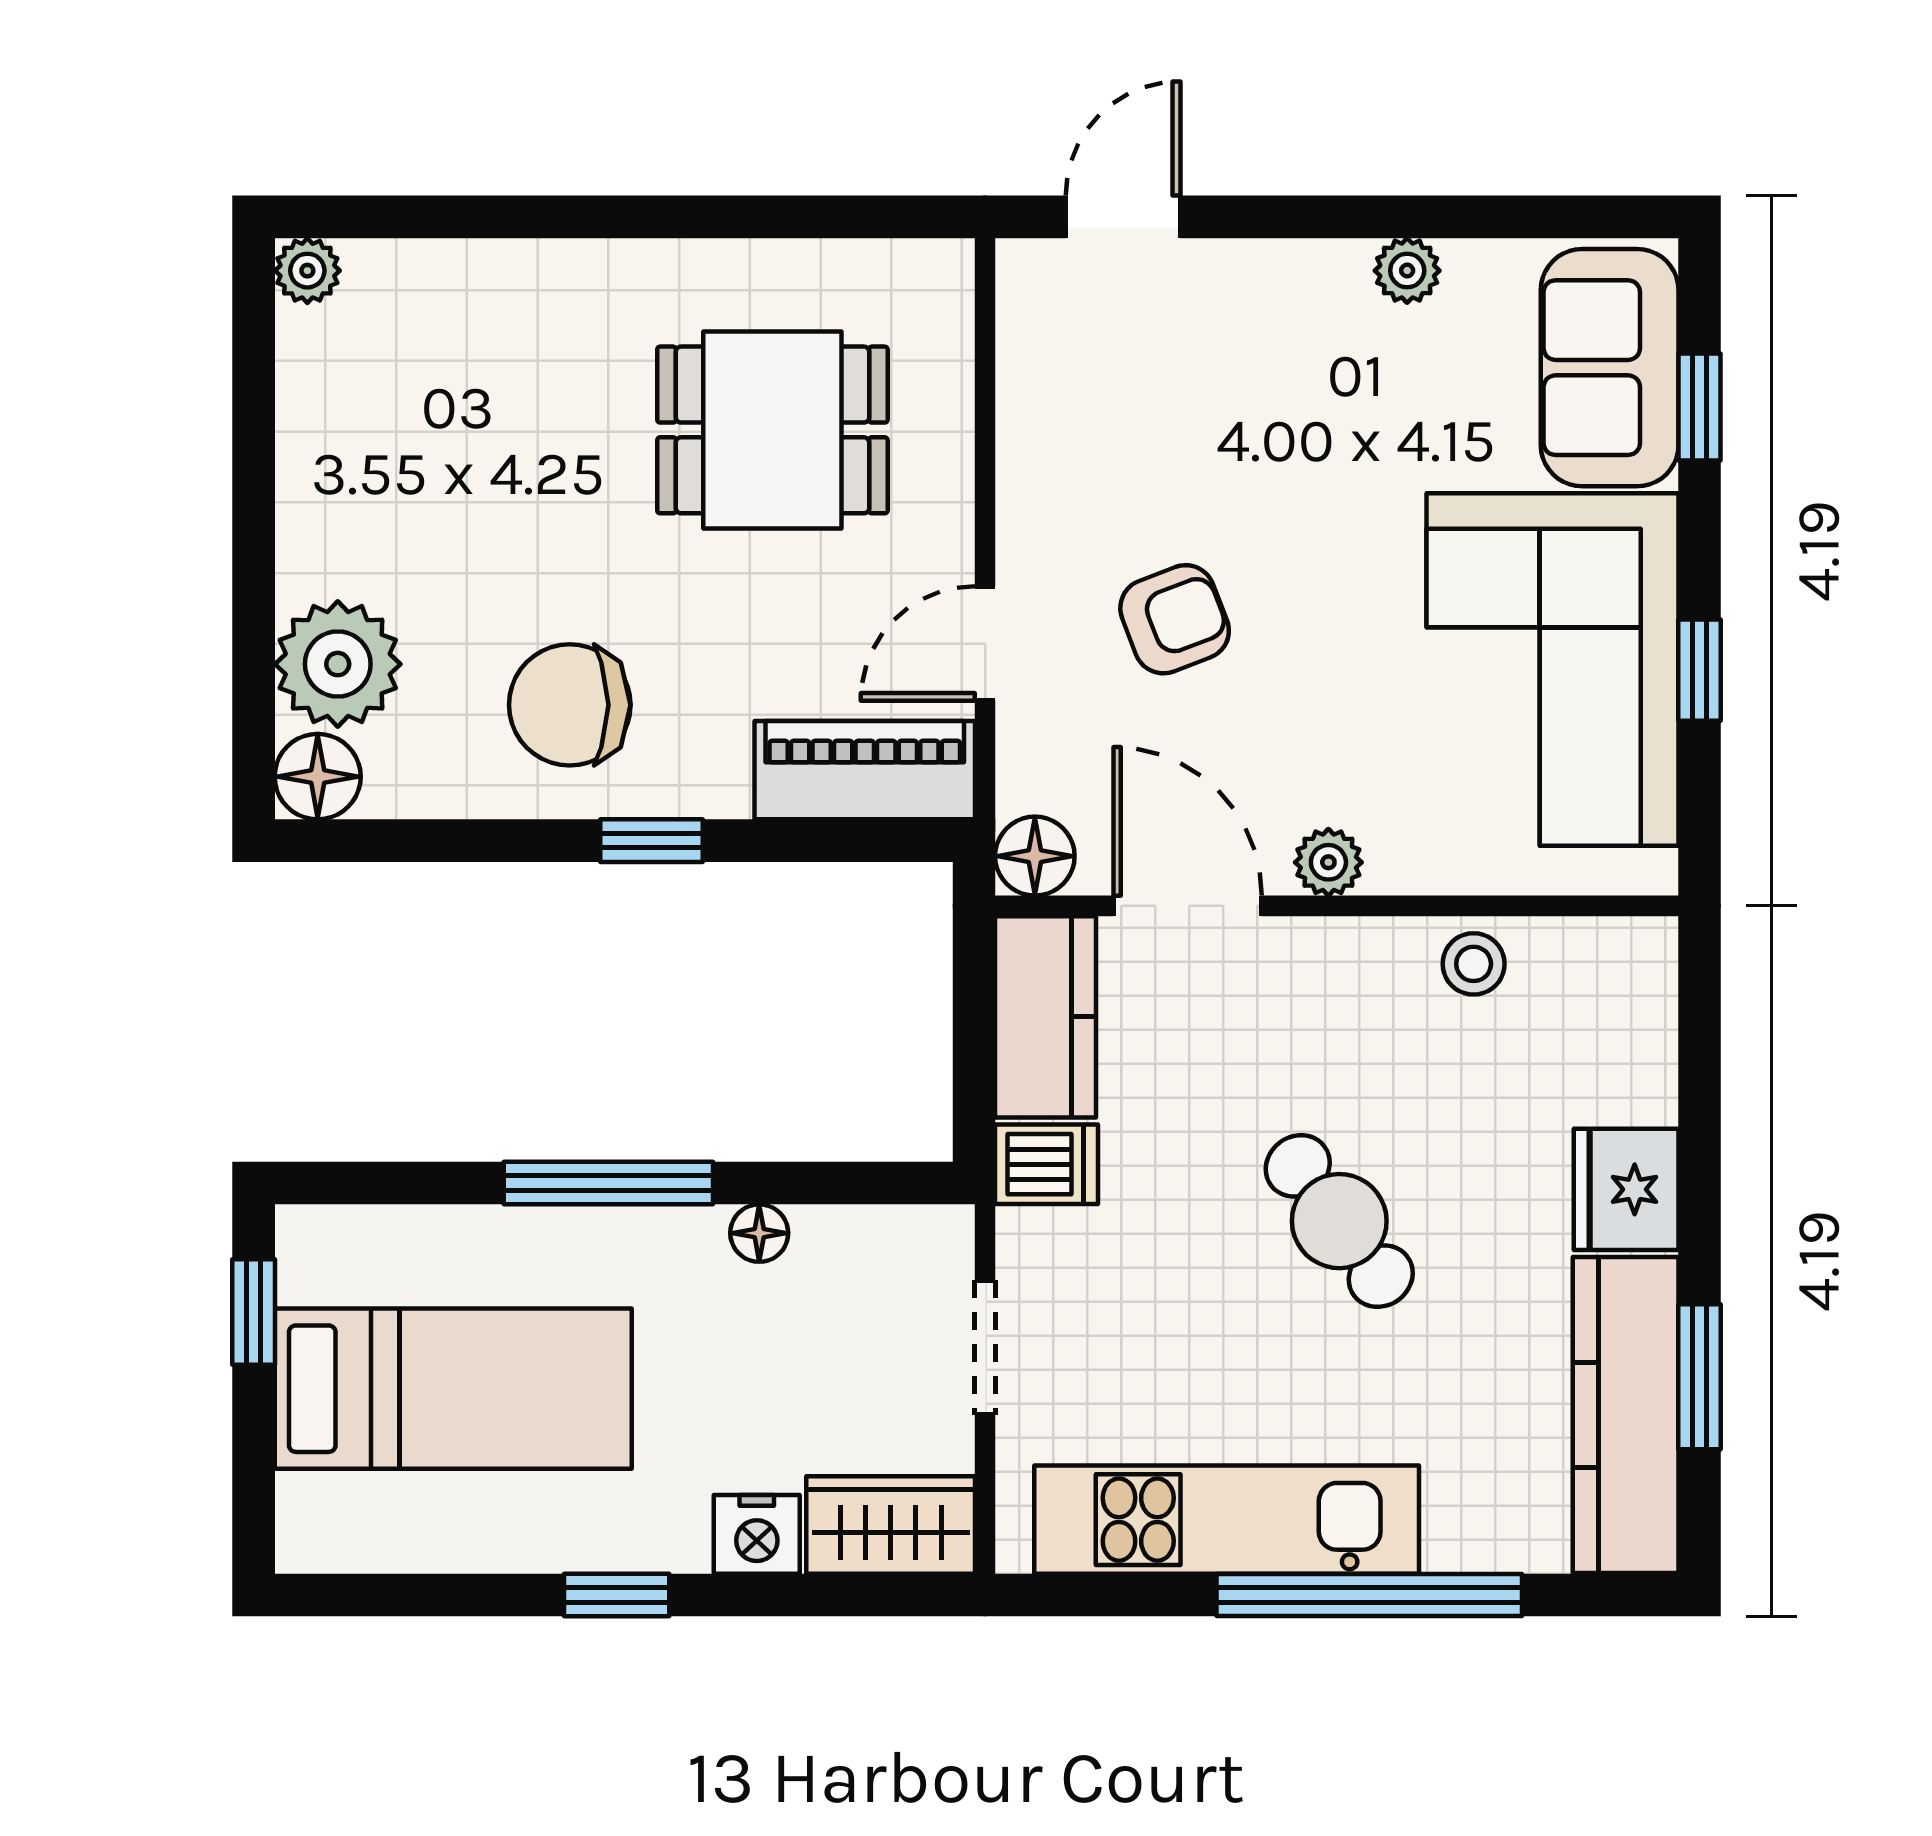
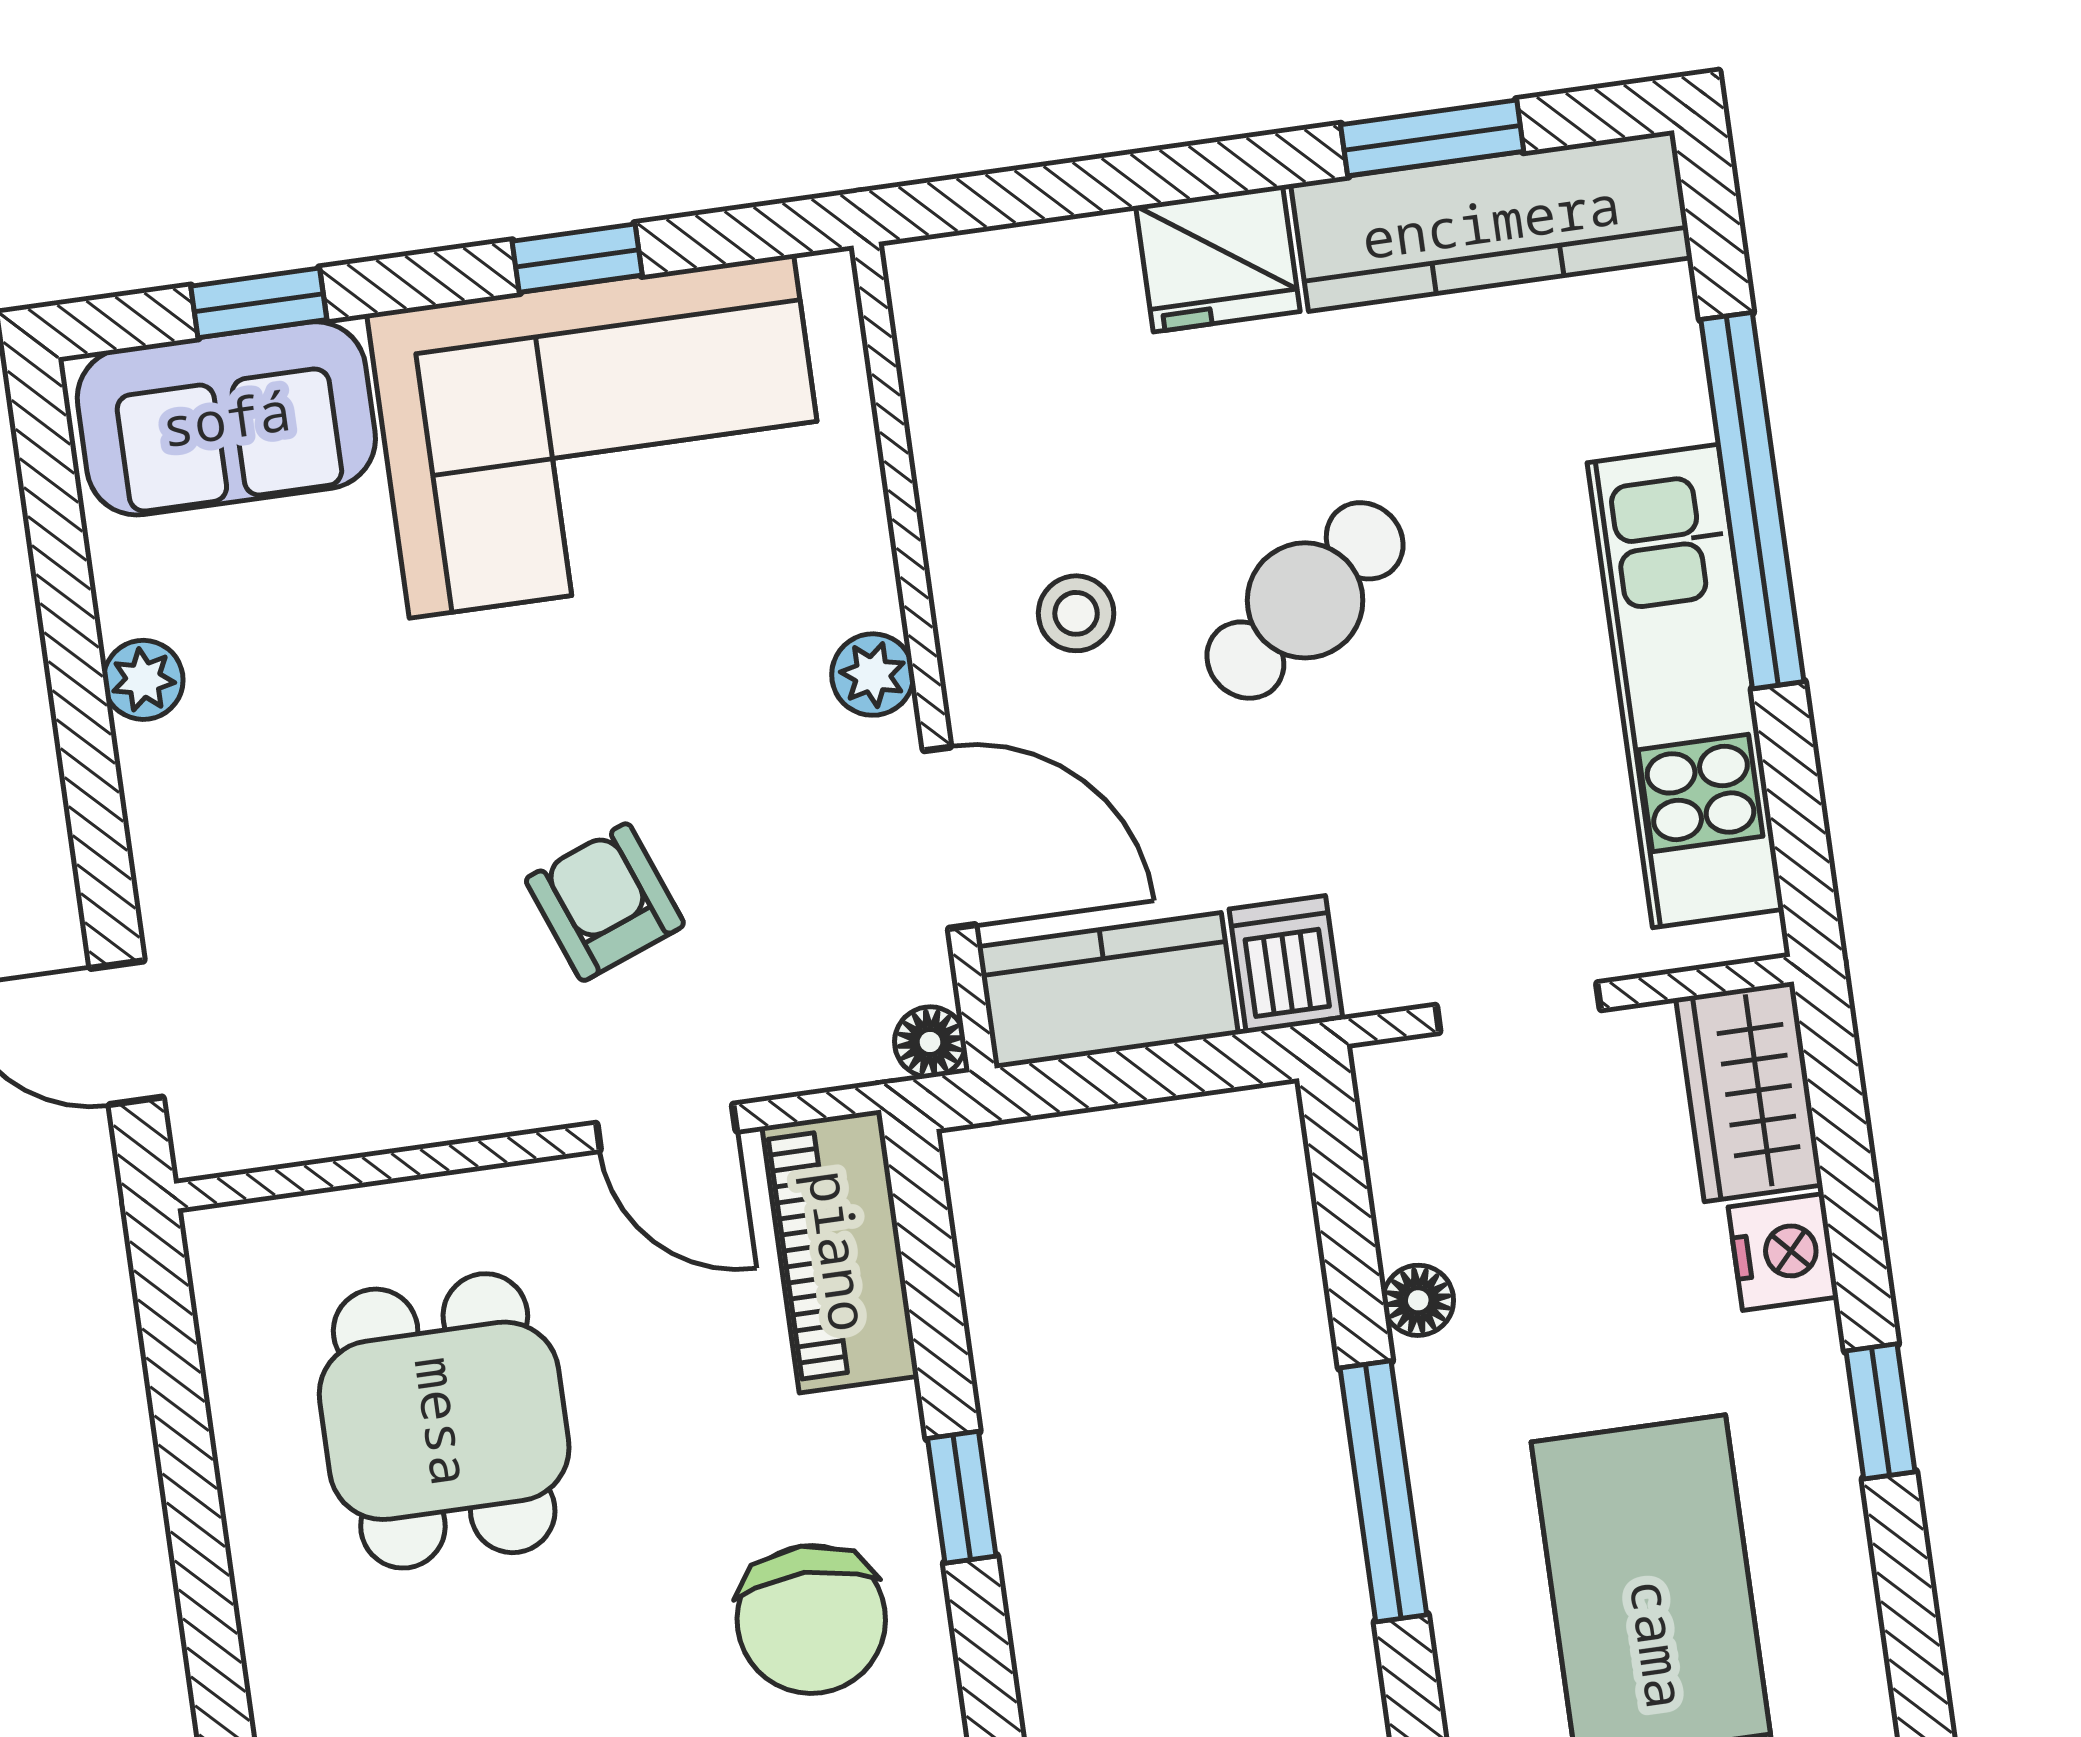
floor lamp: (1035, 856) -> (930, 1042), width x0.73, depth x0.73
door: (1188, 906) -> (949, 838), swing flipped
stool: (1474, 964) -> (1076, 613), moved

